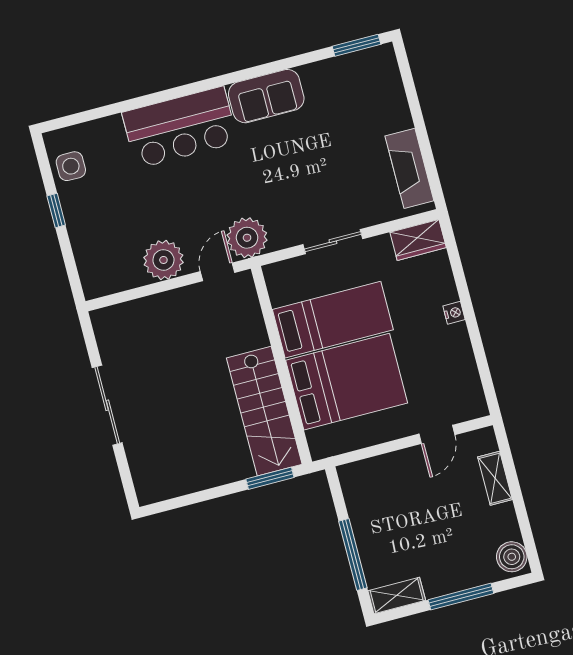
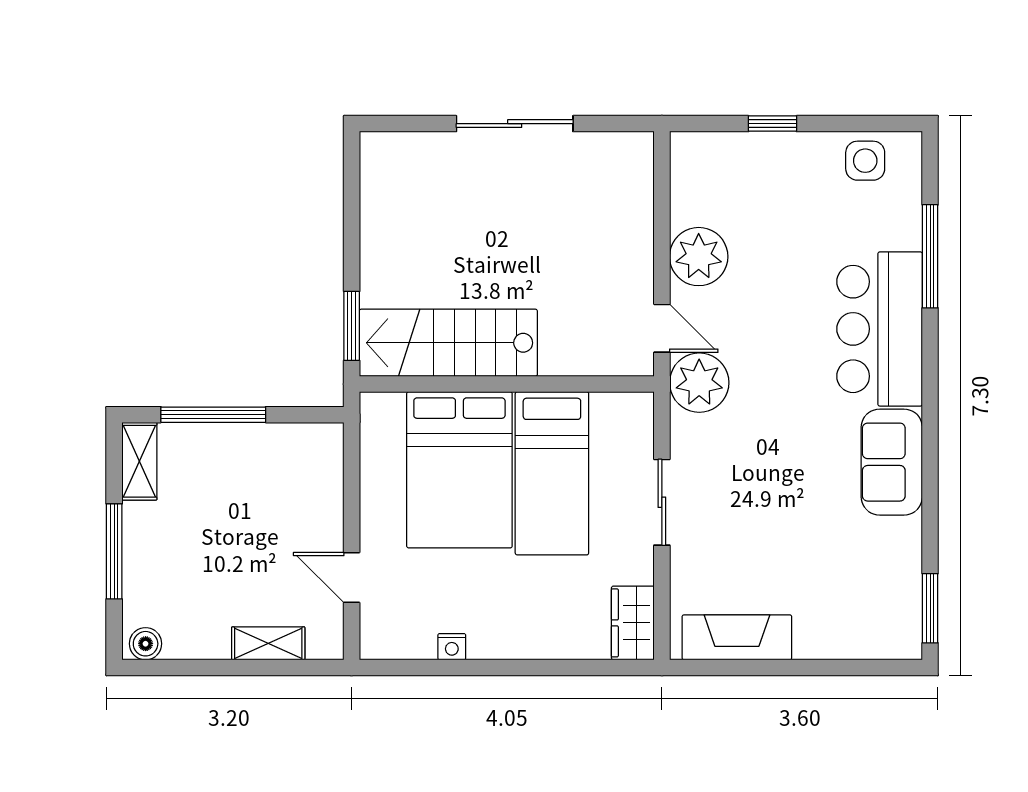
window: (123, 107) -> (930, 256), added
window: (56, 211) -> (772, 124), moved
nightstand: (454, 313) -> (452, 647), moved
boiler: (512, 557) -> (146, 644), width x0.73, depth x0.73

